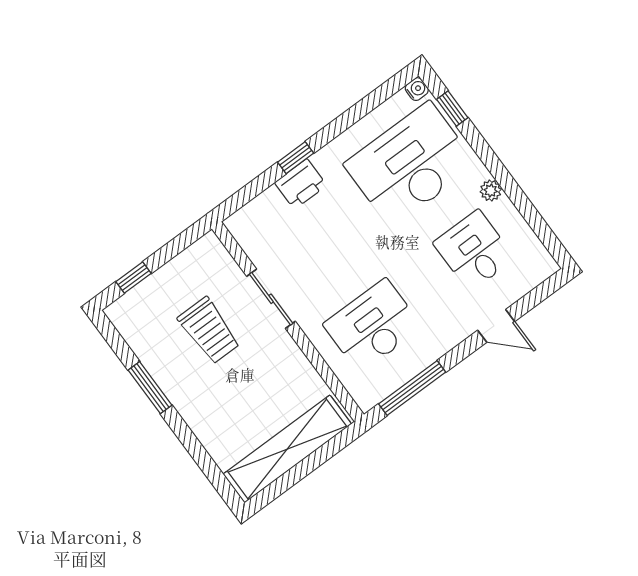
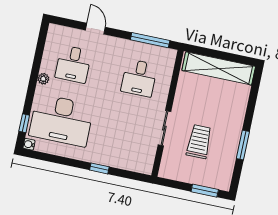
printer: (301, 184) -> (108, 157), removed
window: (134, 278) -> (205, 191), width x1.50
desk: (373, 326) -> (139, 78), width x0.73

